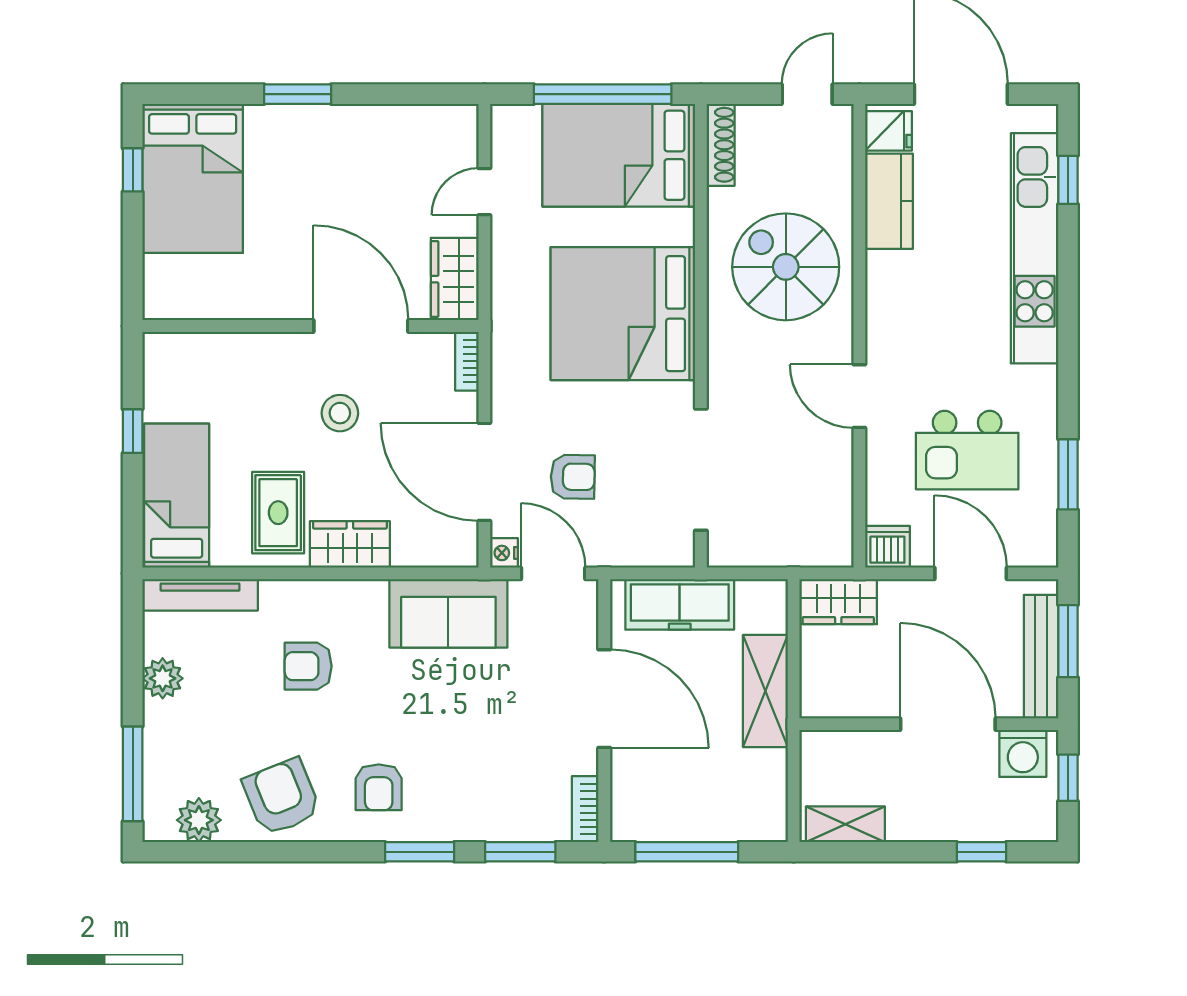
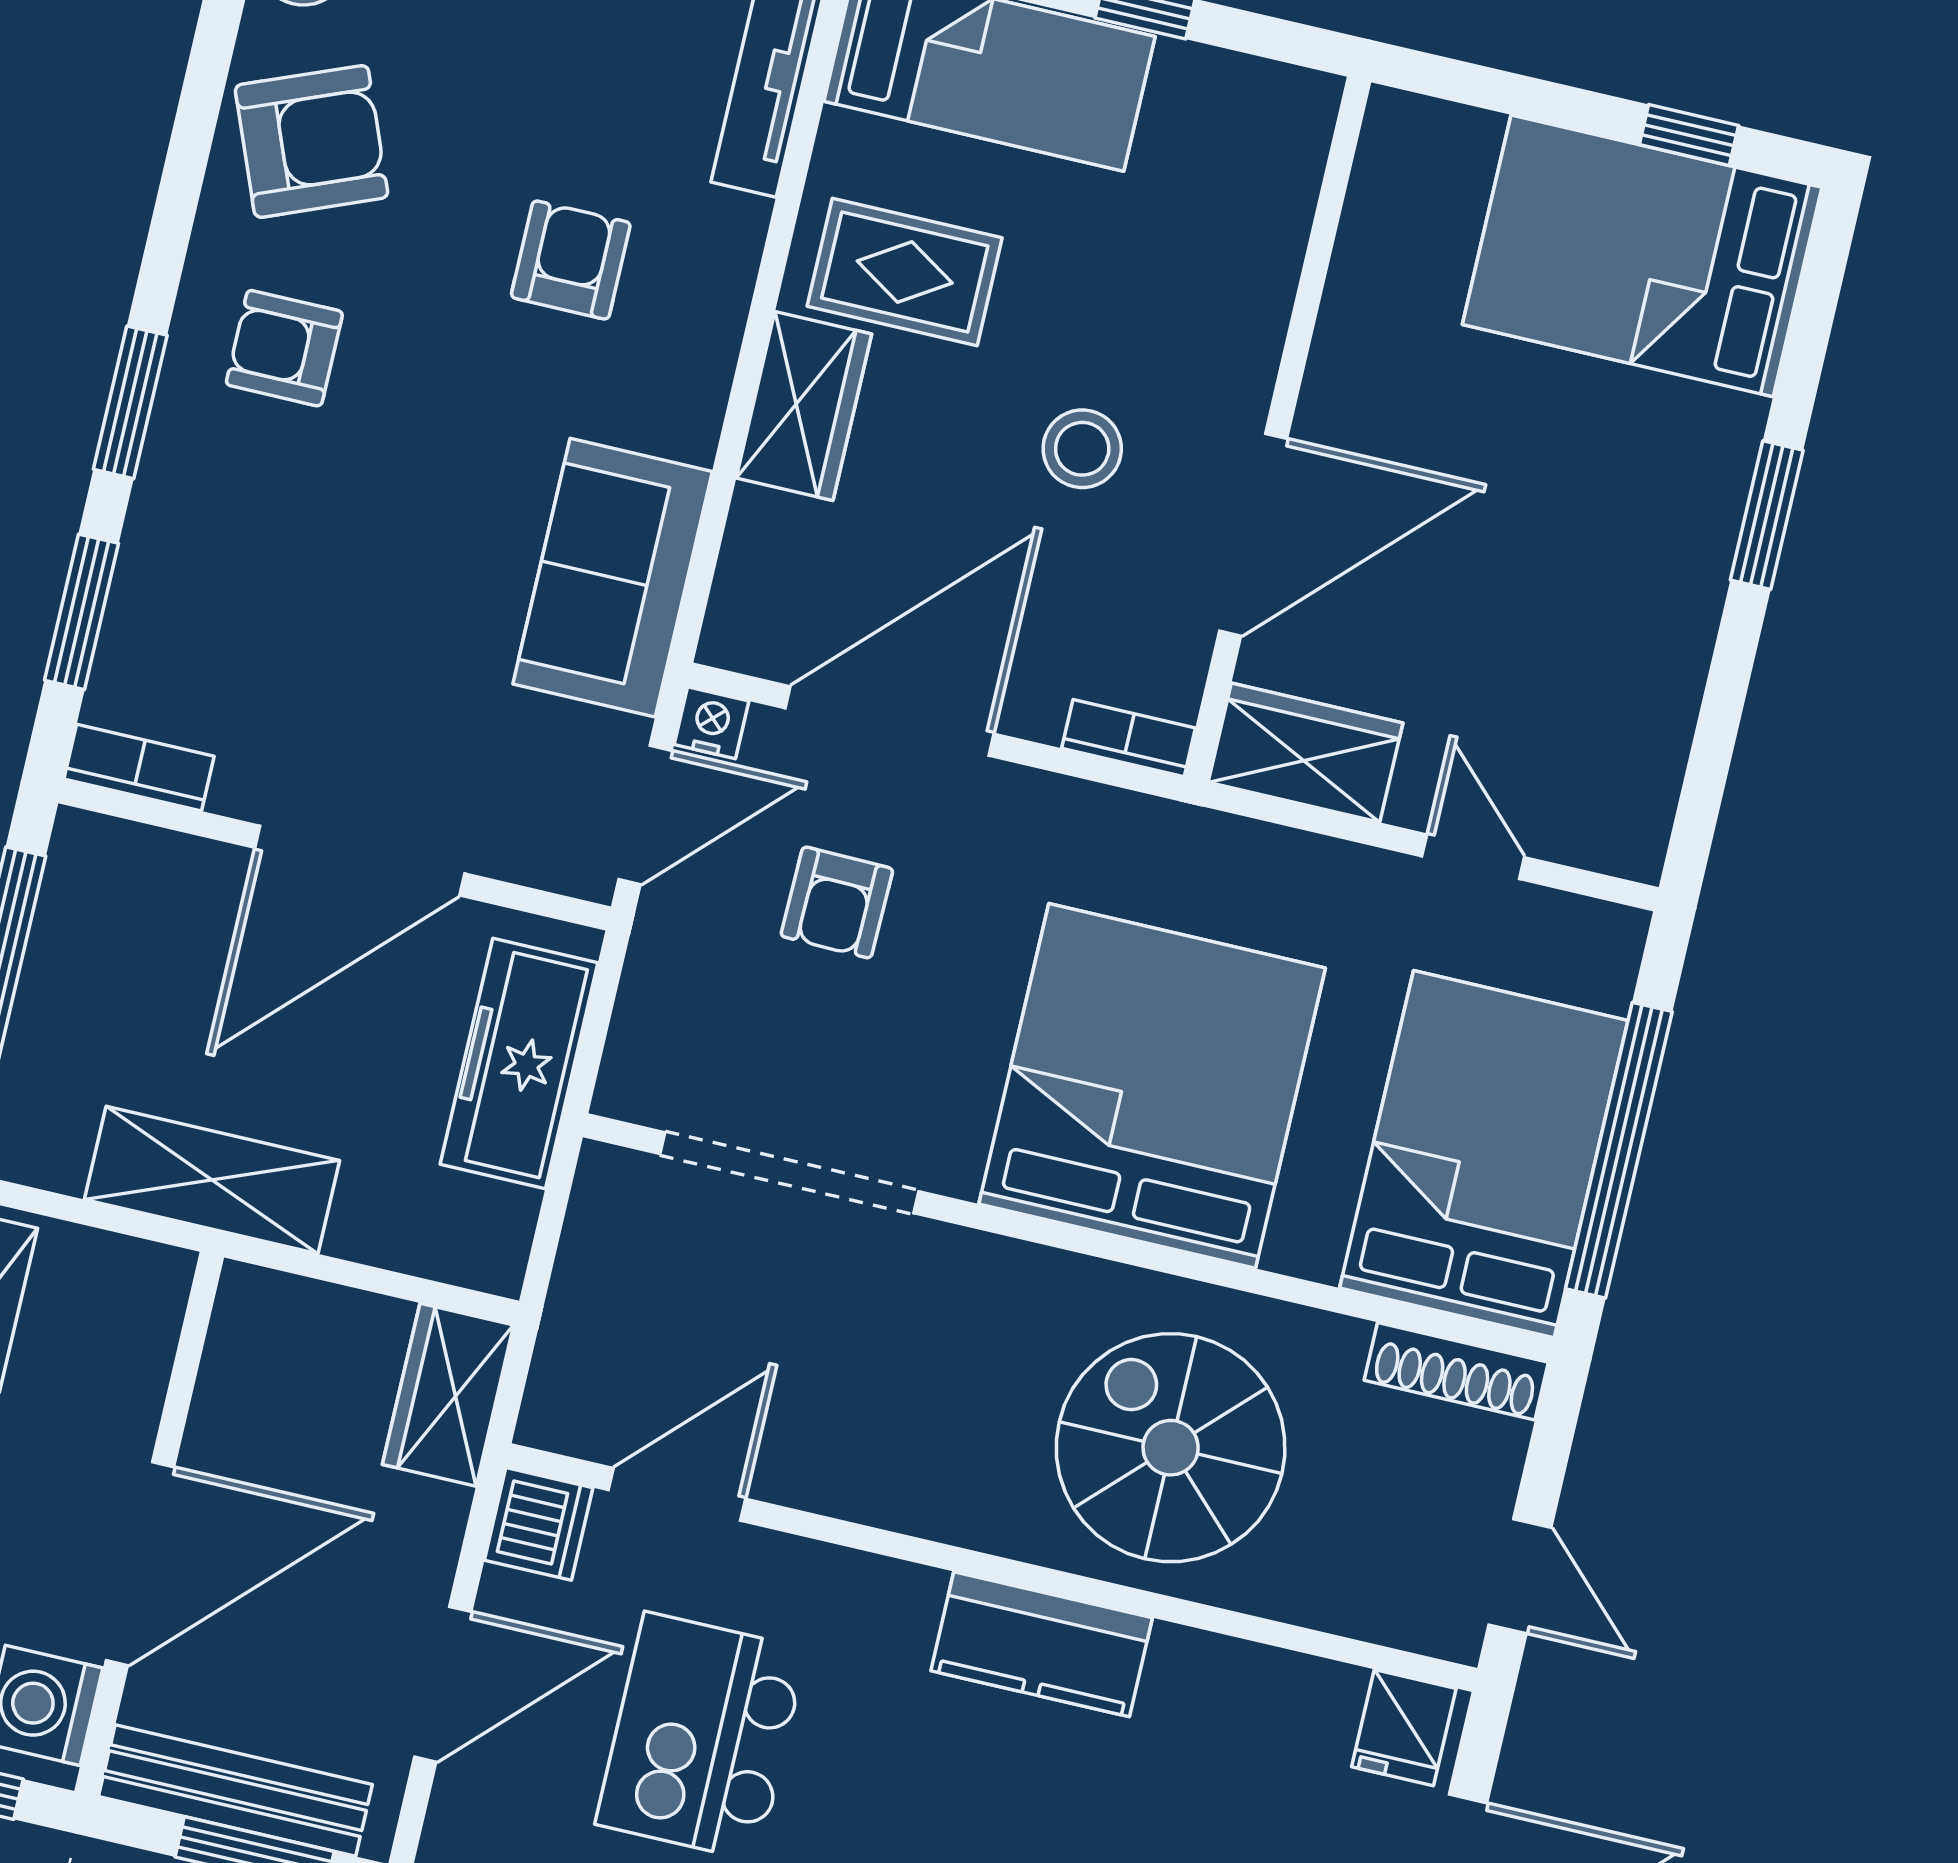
kitchen counter: (889, 201) -> (1042, 1644), moved
spiral stairs: (786, 267) -> (1171, 1448), turned -90
door: (859, 396) -> (677, 1494), moved
shelving: (765, 691) -> (212, 1180), moved

